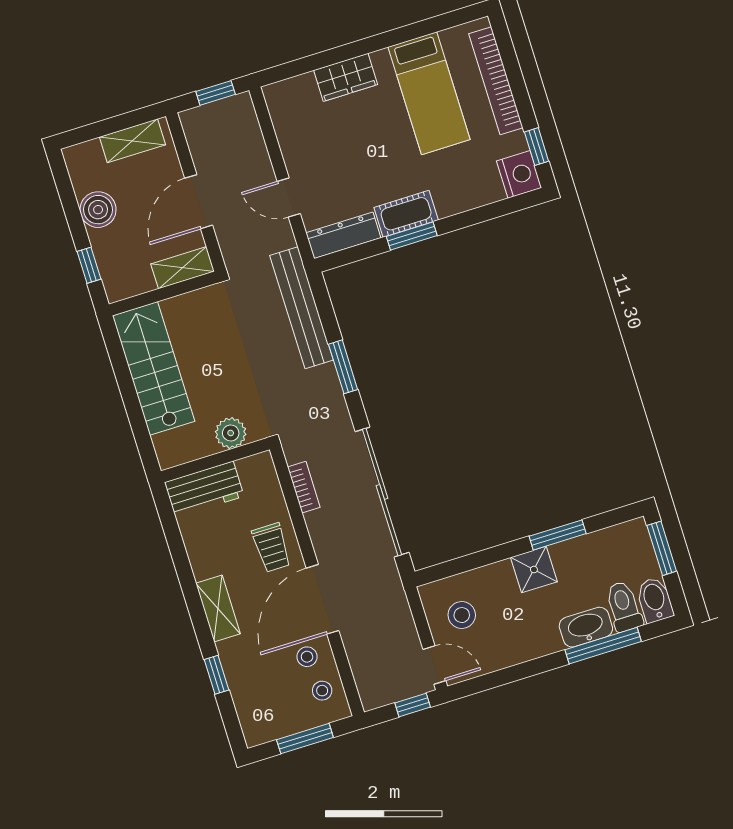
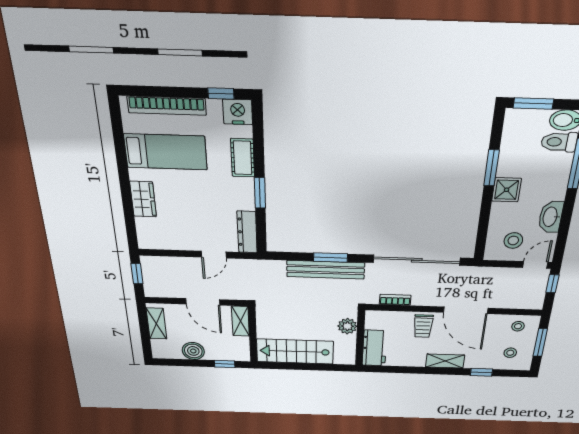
cot: (406, 214) -> (243, 158), moved
bench: (302, 308) -> (326, 270), moved
trolley: (272, 548) -> (423, 326), turned 90
washbasin: (586, 627) -> (551, 217), moved
stool: (307, 657) -> (510, 353), moved

